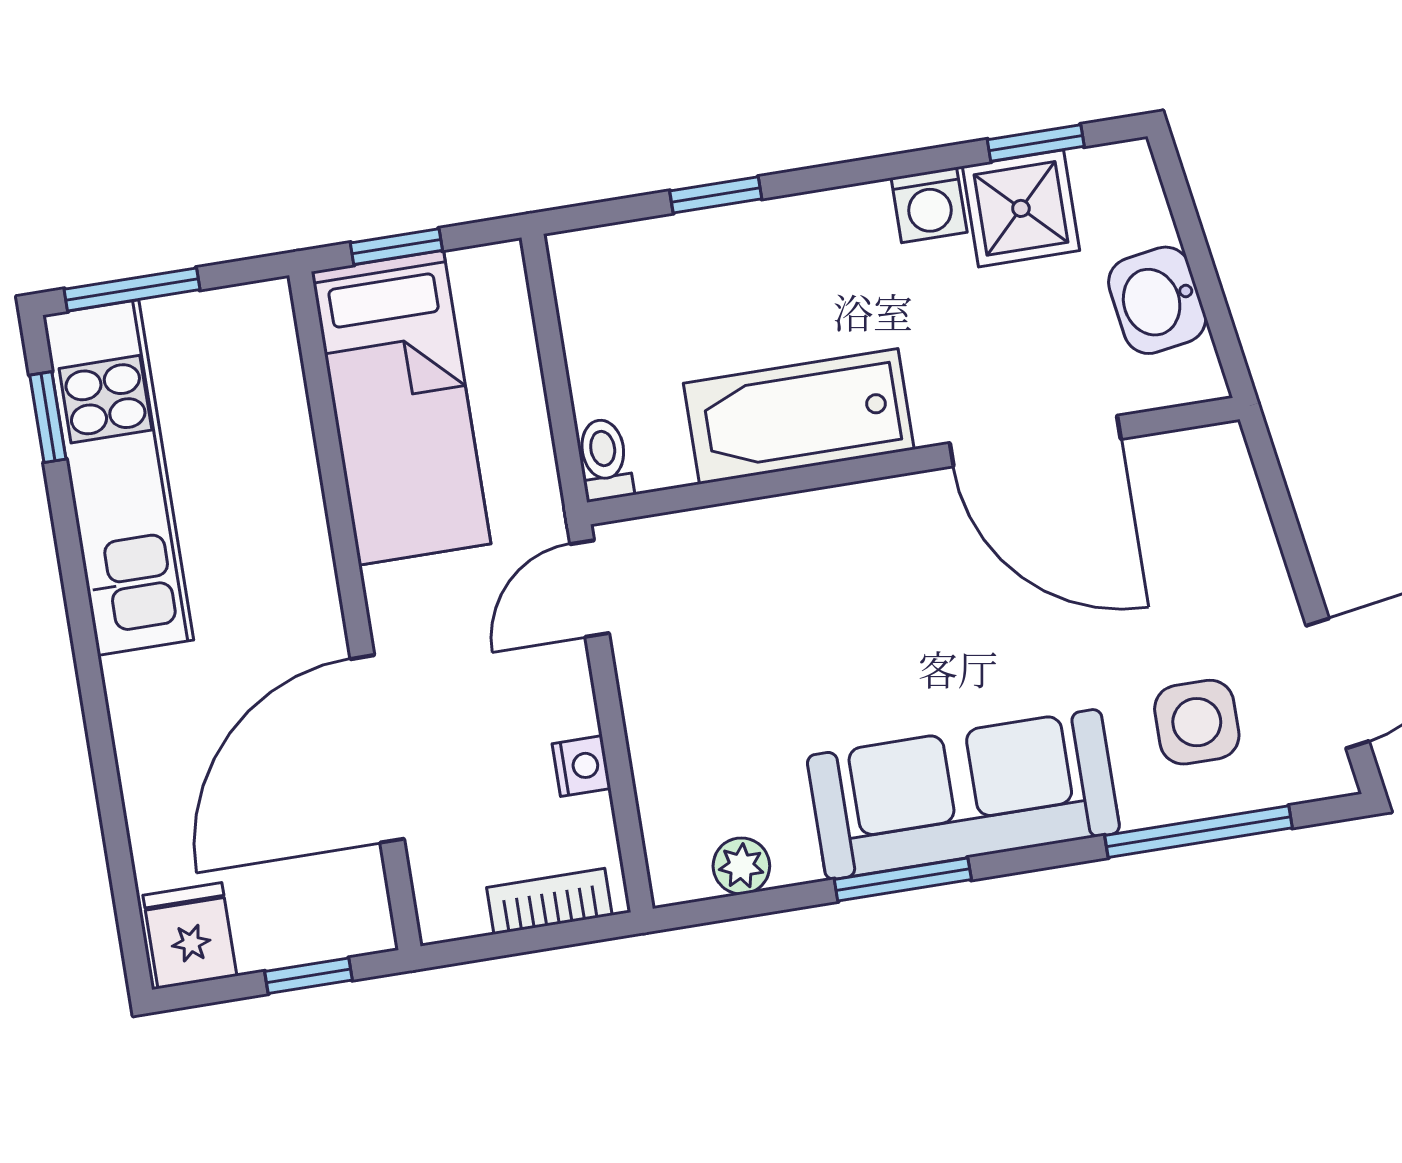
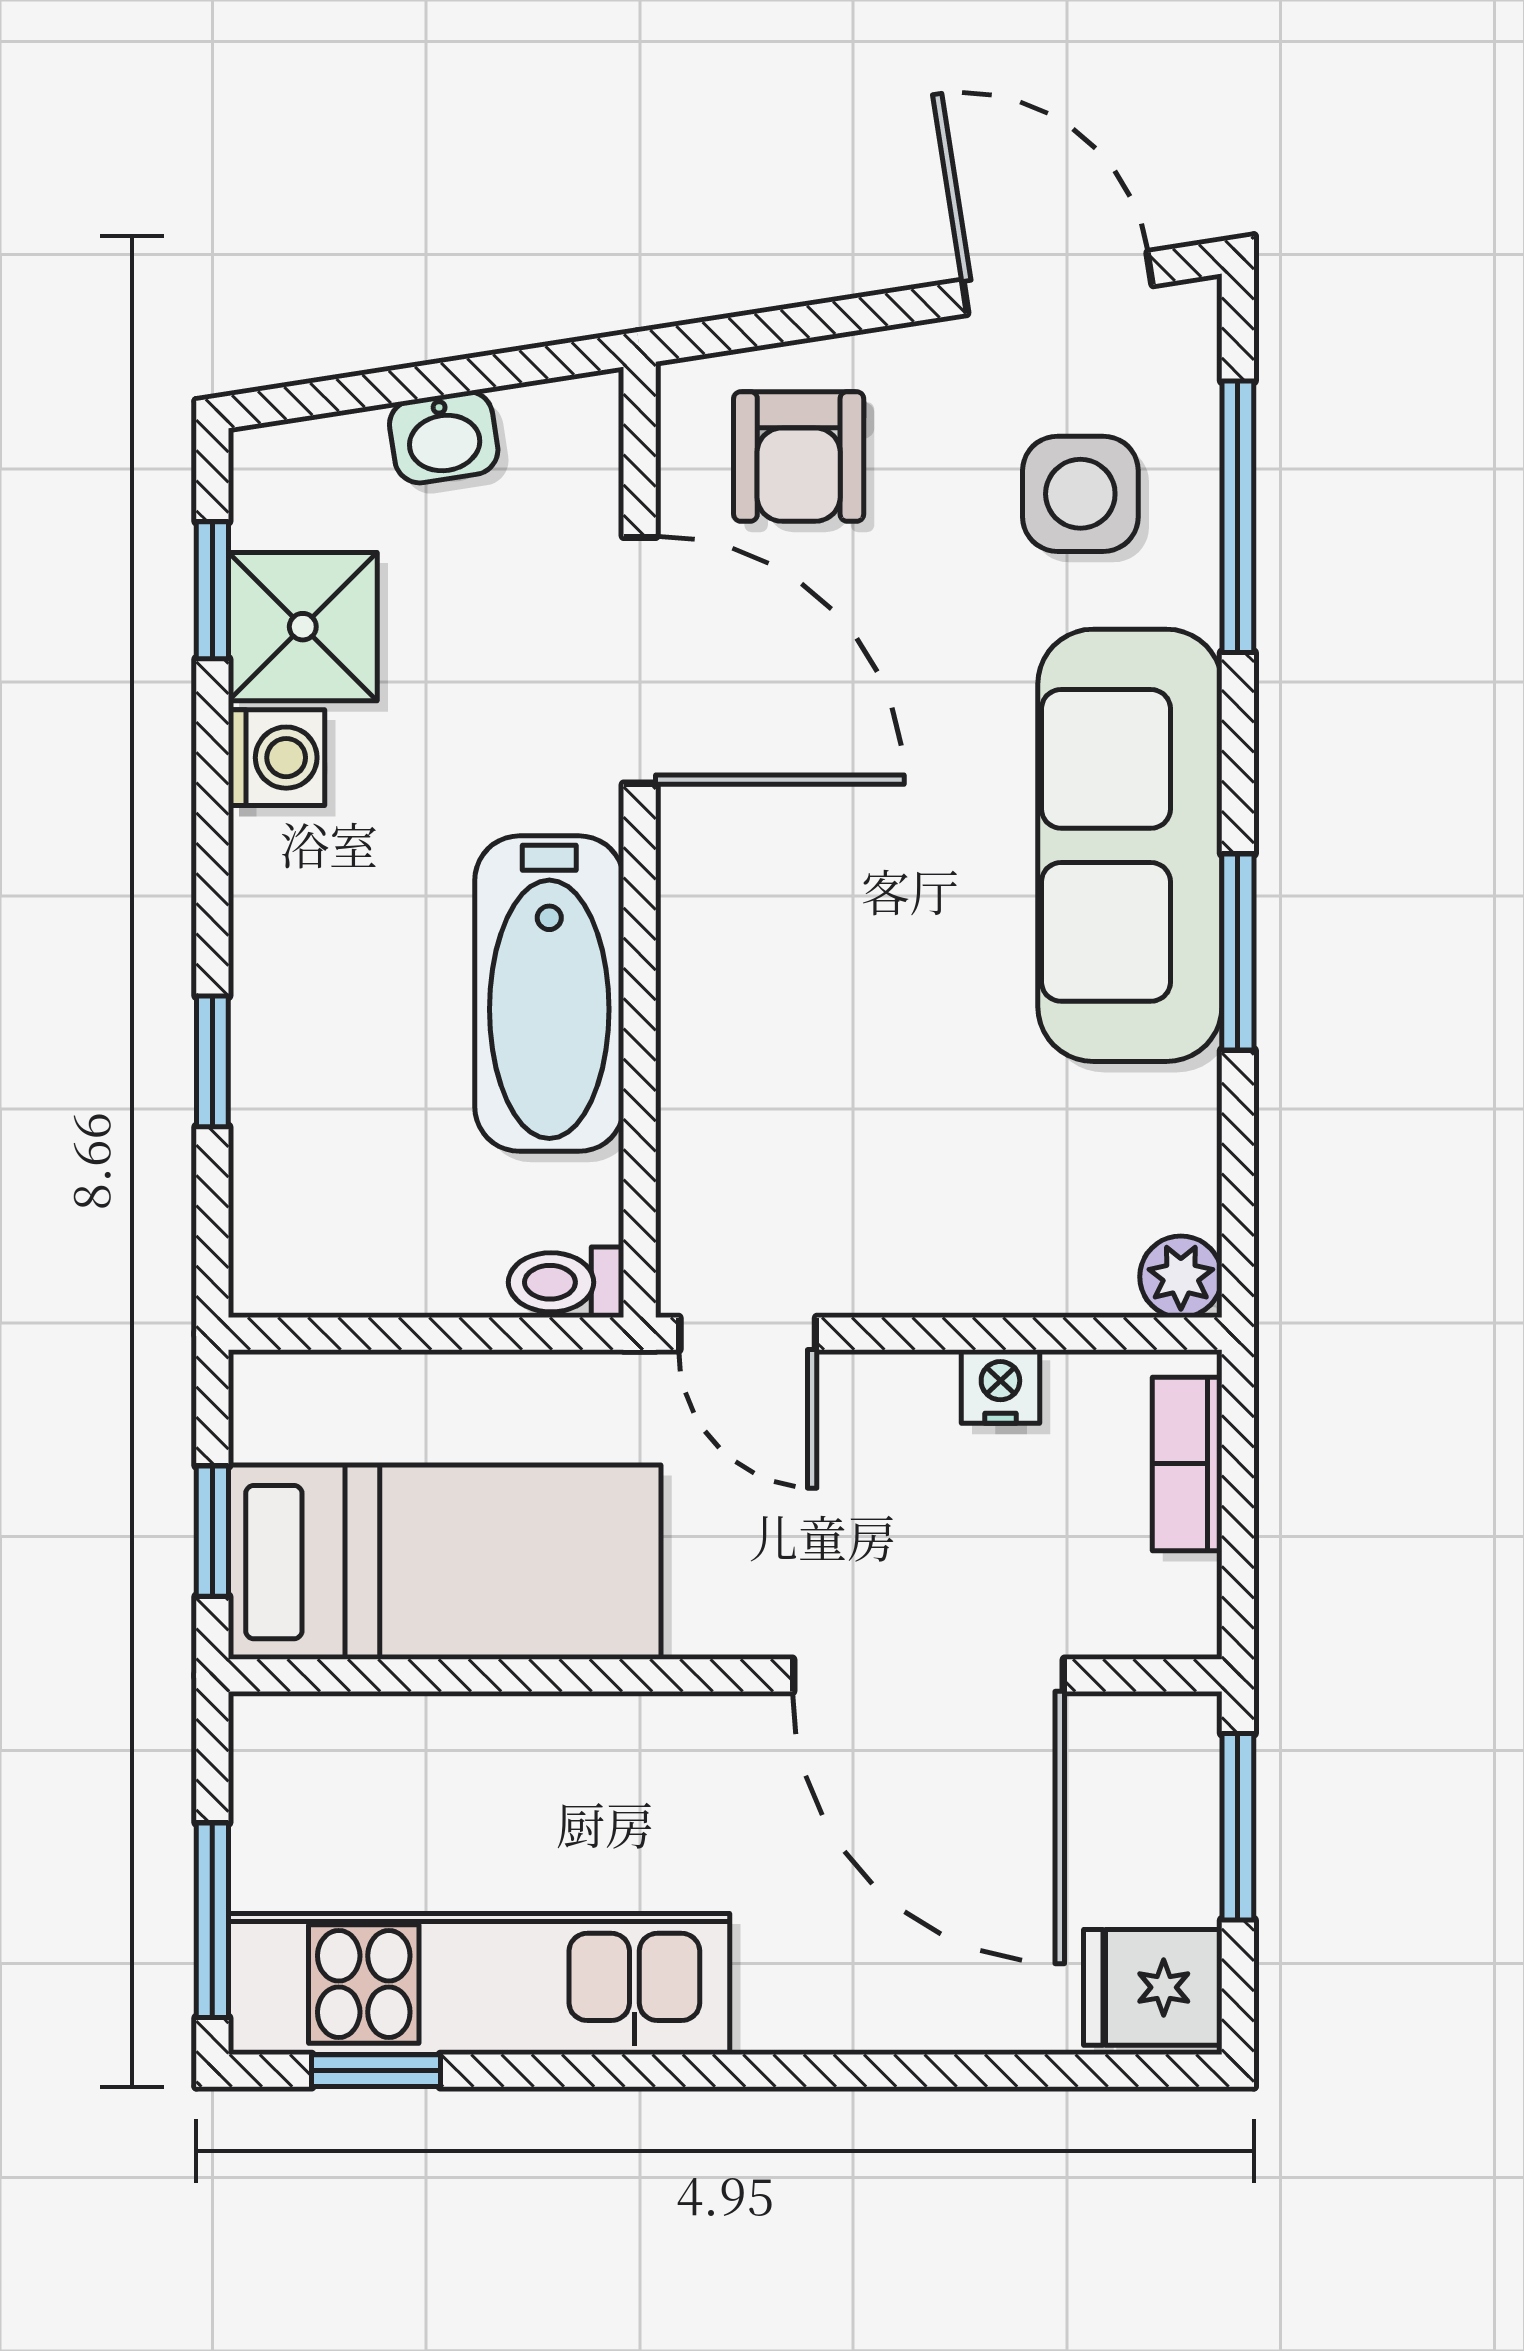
washbasin: (1157, 300) -> (444, 437), width x0.72, depth x0.69
door: (1035, 441) -> (640, 660), hinge flipped
armchair: (1191, 527) -> (799, 456), added
plant: (741, 866) -> (1181, 1277), moved
window: (308, 976) -> (1238, 1827), width x1.50

